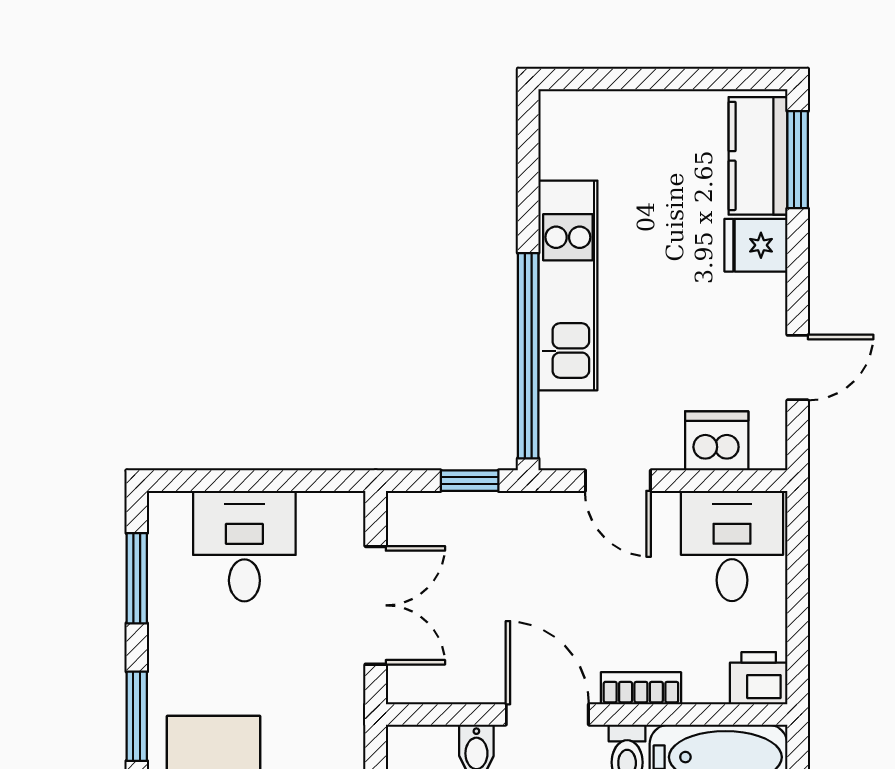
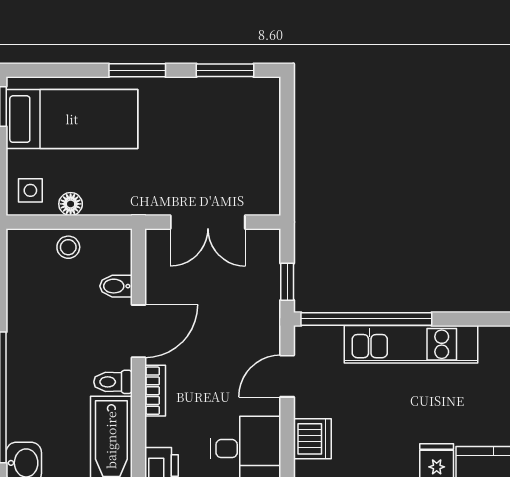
desk: (244, 546) -> (245, 139), removed

